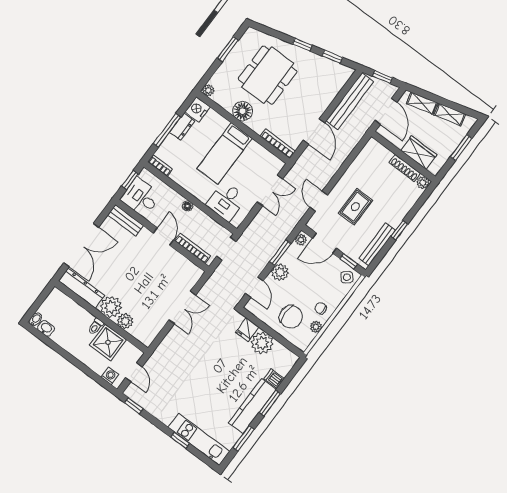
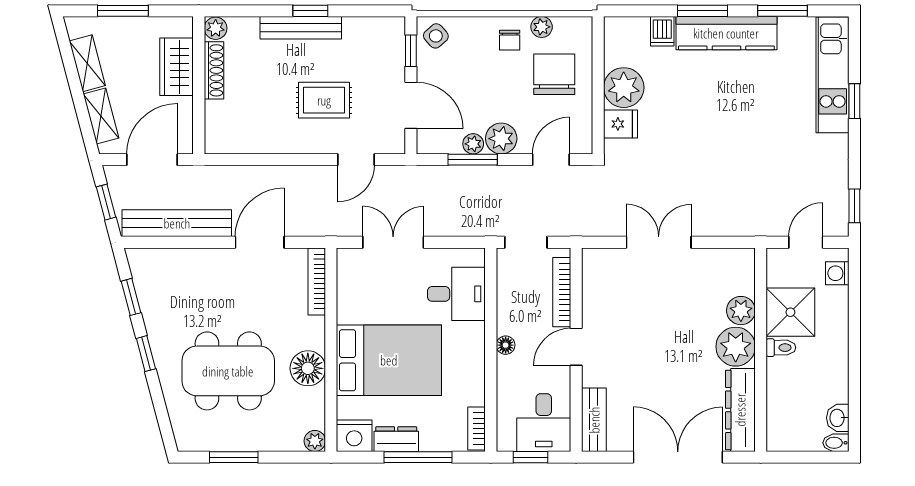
bed: (225, 153) -> (389, 360), width x1.50
plant: (301, 240) -> (473, 144), moved
bench: (377, 244) -> (301, 28), moved

